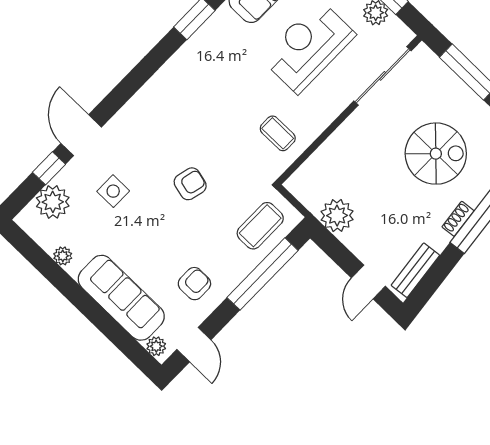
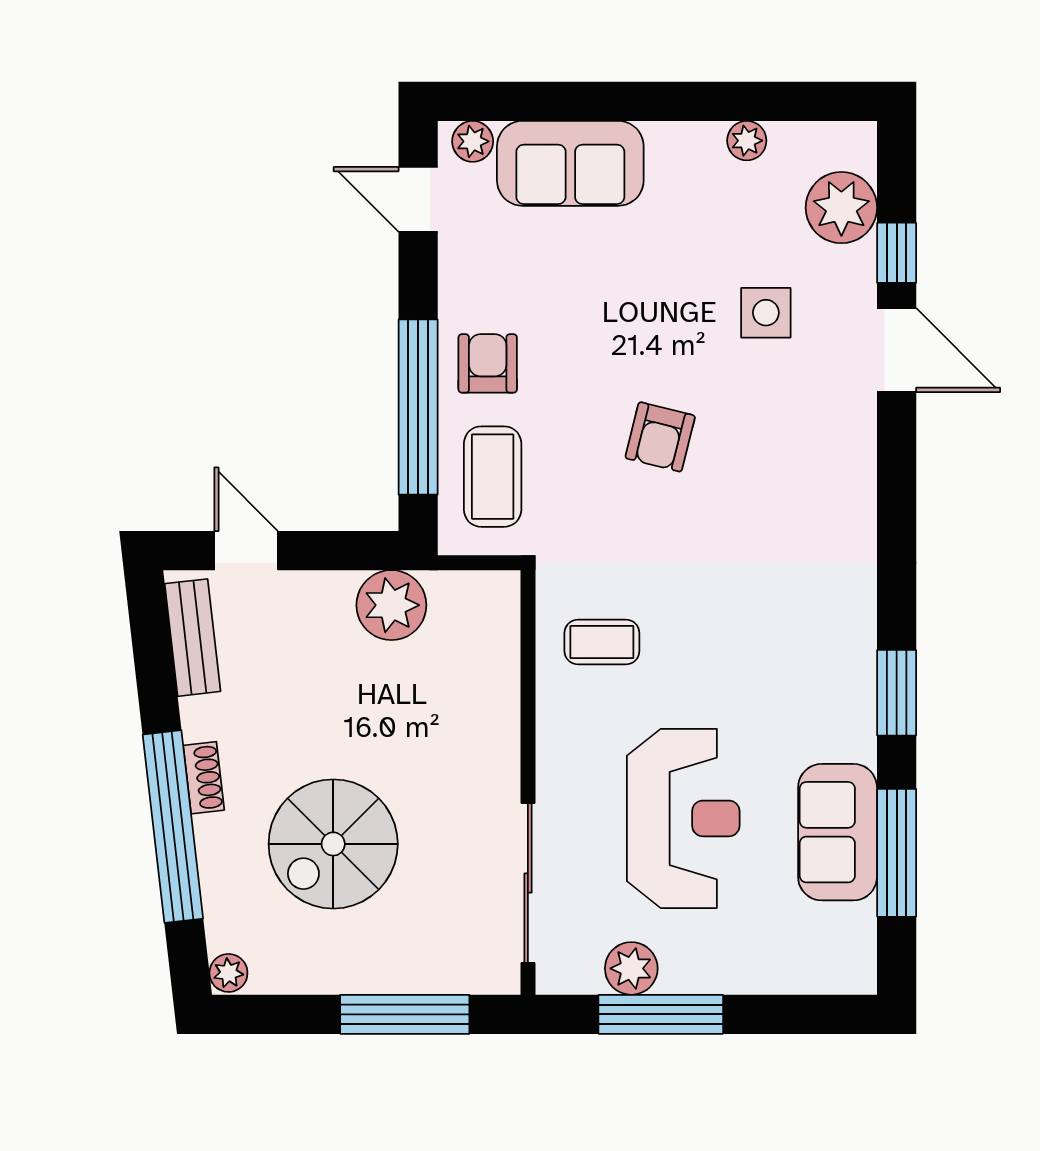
armchair: (194, 284) -> (488, 363), moved, turned 180
sofa: (121, 298) -> (570, 163), width x0.73

